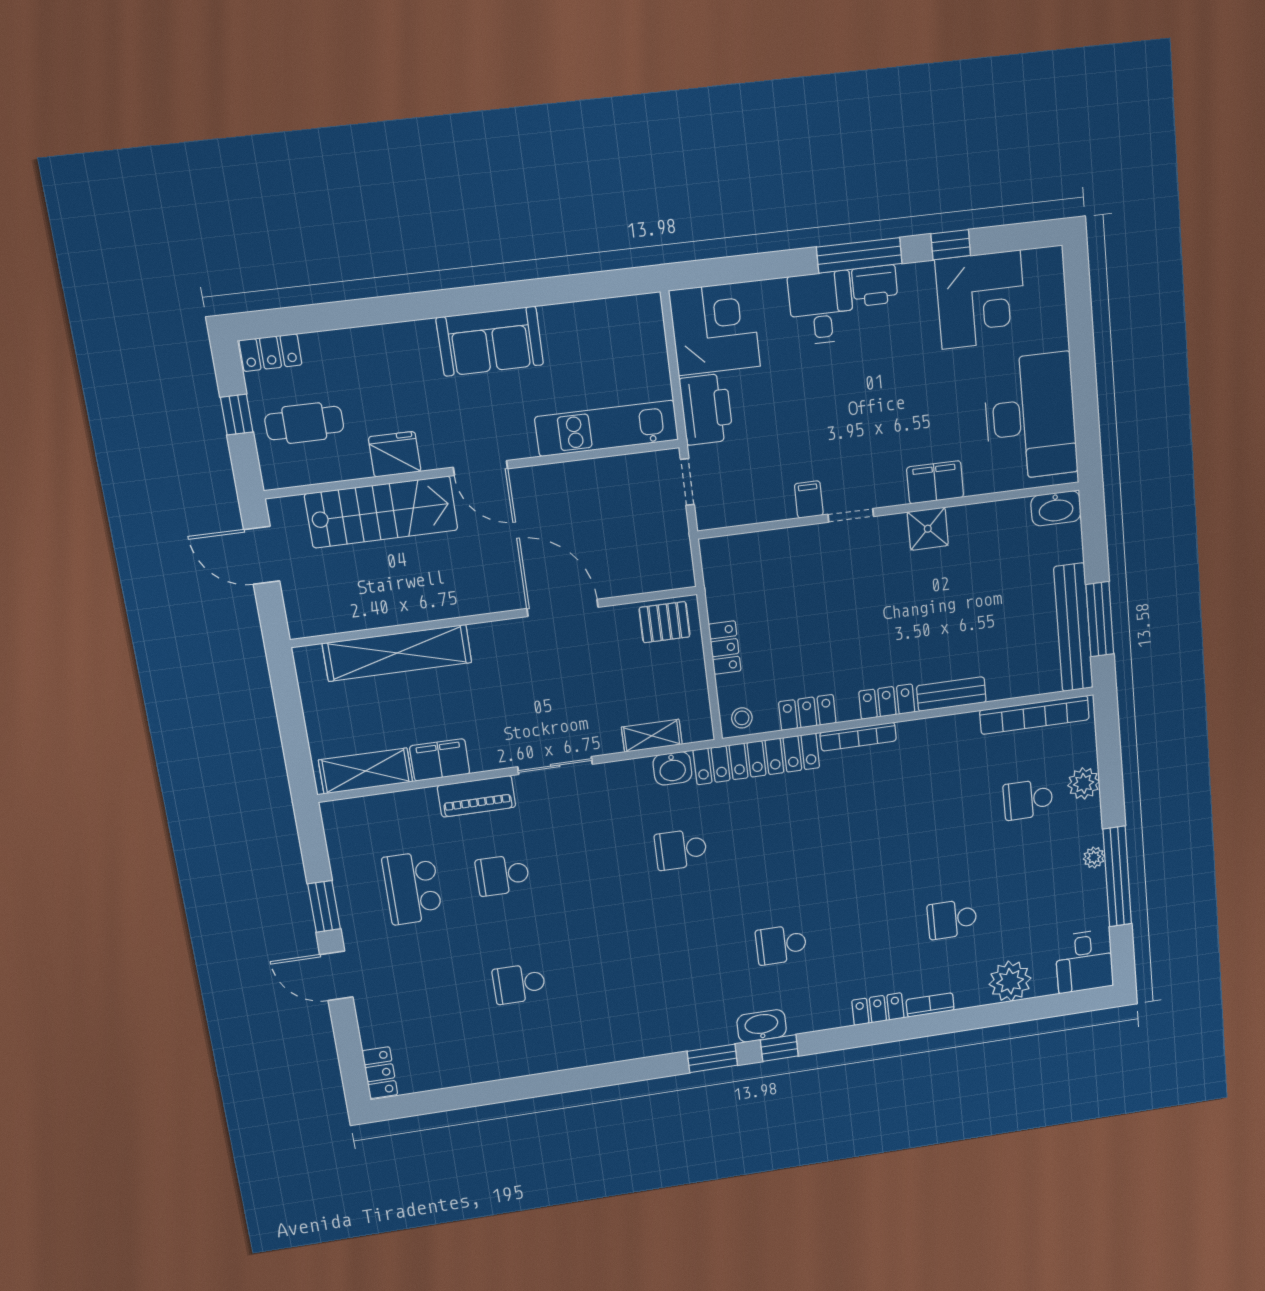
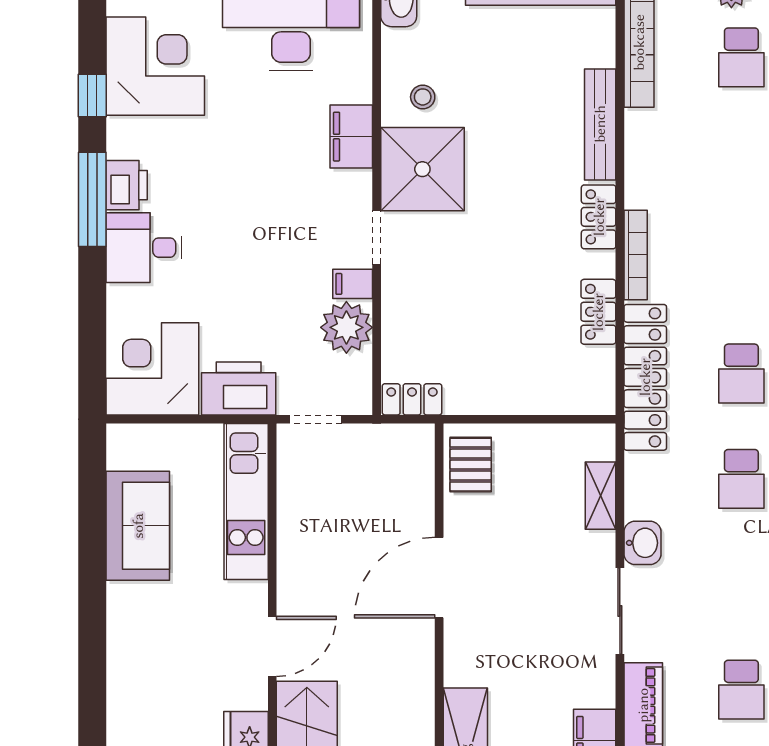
sofa: (490, 341) -> (138, 526), moved
plant: (771, 499) -> (346, 327), added
shower: (928, 529) -> (422, 169), width x1.86, depth x1.86
locker: (725, 648) -> (412, 399), moved
bench: (951, 694) -> (600, 124), width x1.36
stool: (742, 718) -> (423, 97), moved
washbasin: (672, 768) -> (643, 543), moved
school desk: (769, 837) -> (741, 374), added

